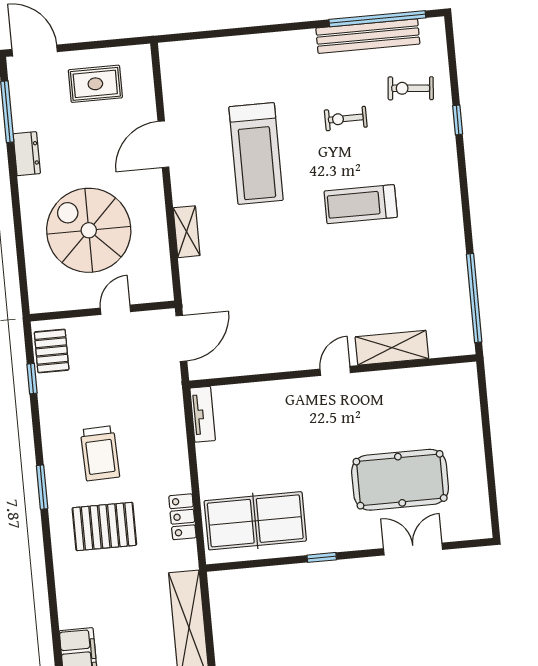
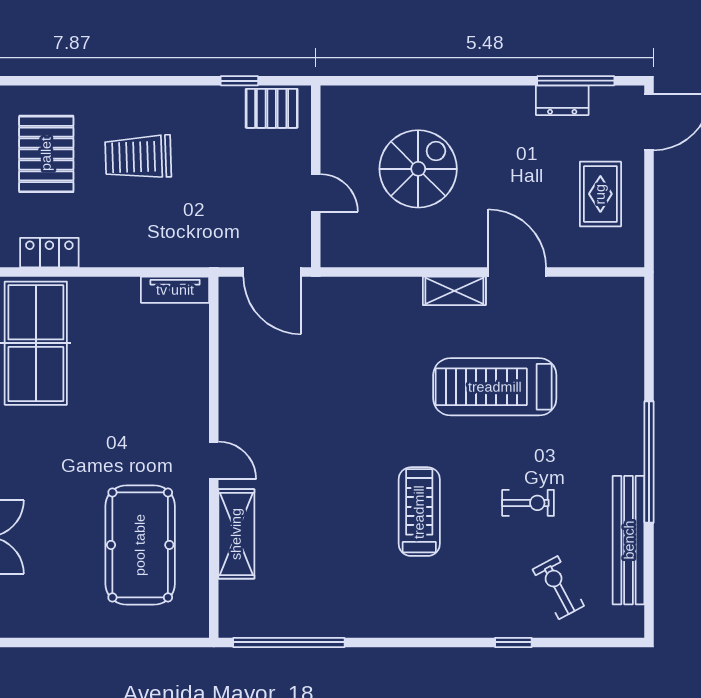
window: (377, 19) -> (649, 462), moved
exercise bike: (411, 88) -> (558, 588), turned -33
exercise bike: (346, 119) -> (528, 503), turned 90
dresser: (27, 154) -> (562, 100), moved
spiral stairs: (89, 230) -> (418, 169), width x0.73, depth x0.73
shelving: (187, 232) -> (454, 291), moved
pool table: (400, 480) -> (140, 545), moved
window: (42, 487) -> (103, 81), removed

